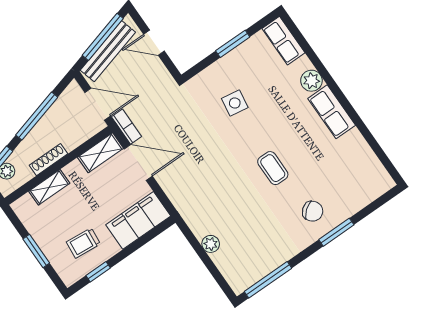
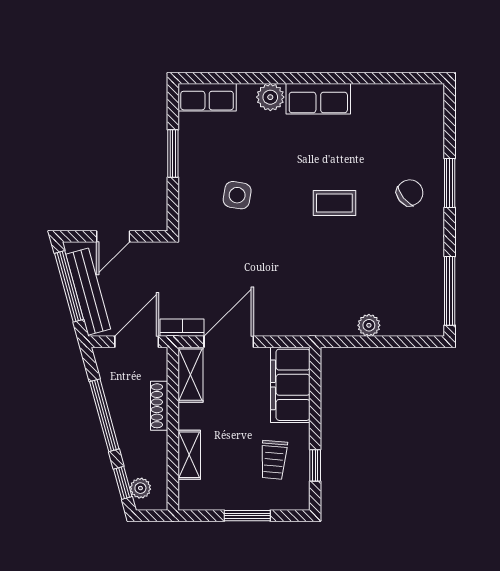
shoe rack: (48, 160) -> (159, 406), moved

